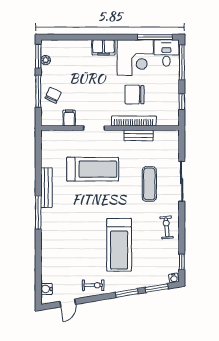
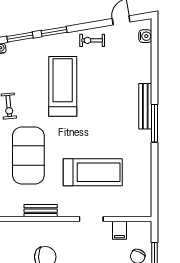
bookcase: (134, 121) -> (46, 227), removed
treadmill: (93, 169) -> (93, 172), turned 180
exercise mat: (149, 184) -> (28, 156), width x2.00, depth x1.45
bench: (46, 188) -> (145, 106), moved

